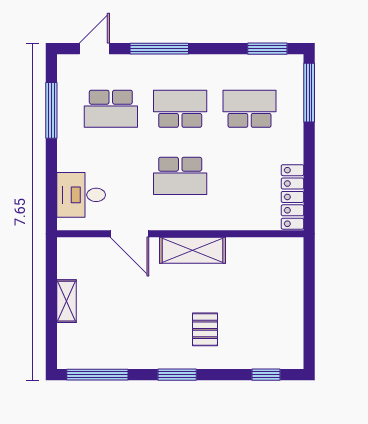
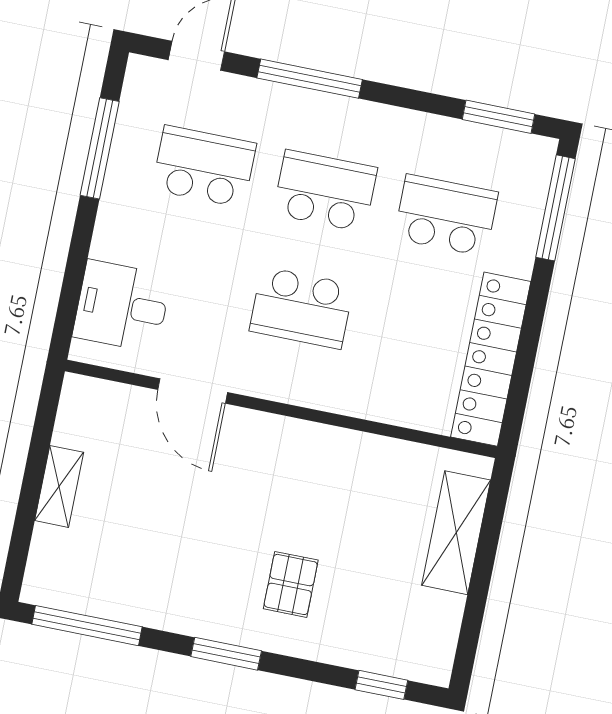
school desk: (111, 109) -> (204, 166), turned 180
locker: (292, 197) -> (491, 359), width x1.41, depth x1.21
shelving: (192, 250) -> (456, 533), moved, turned 90

